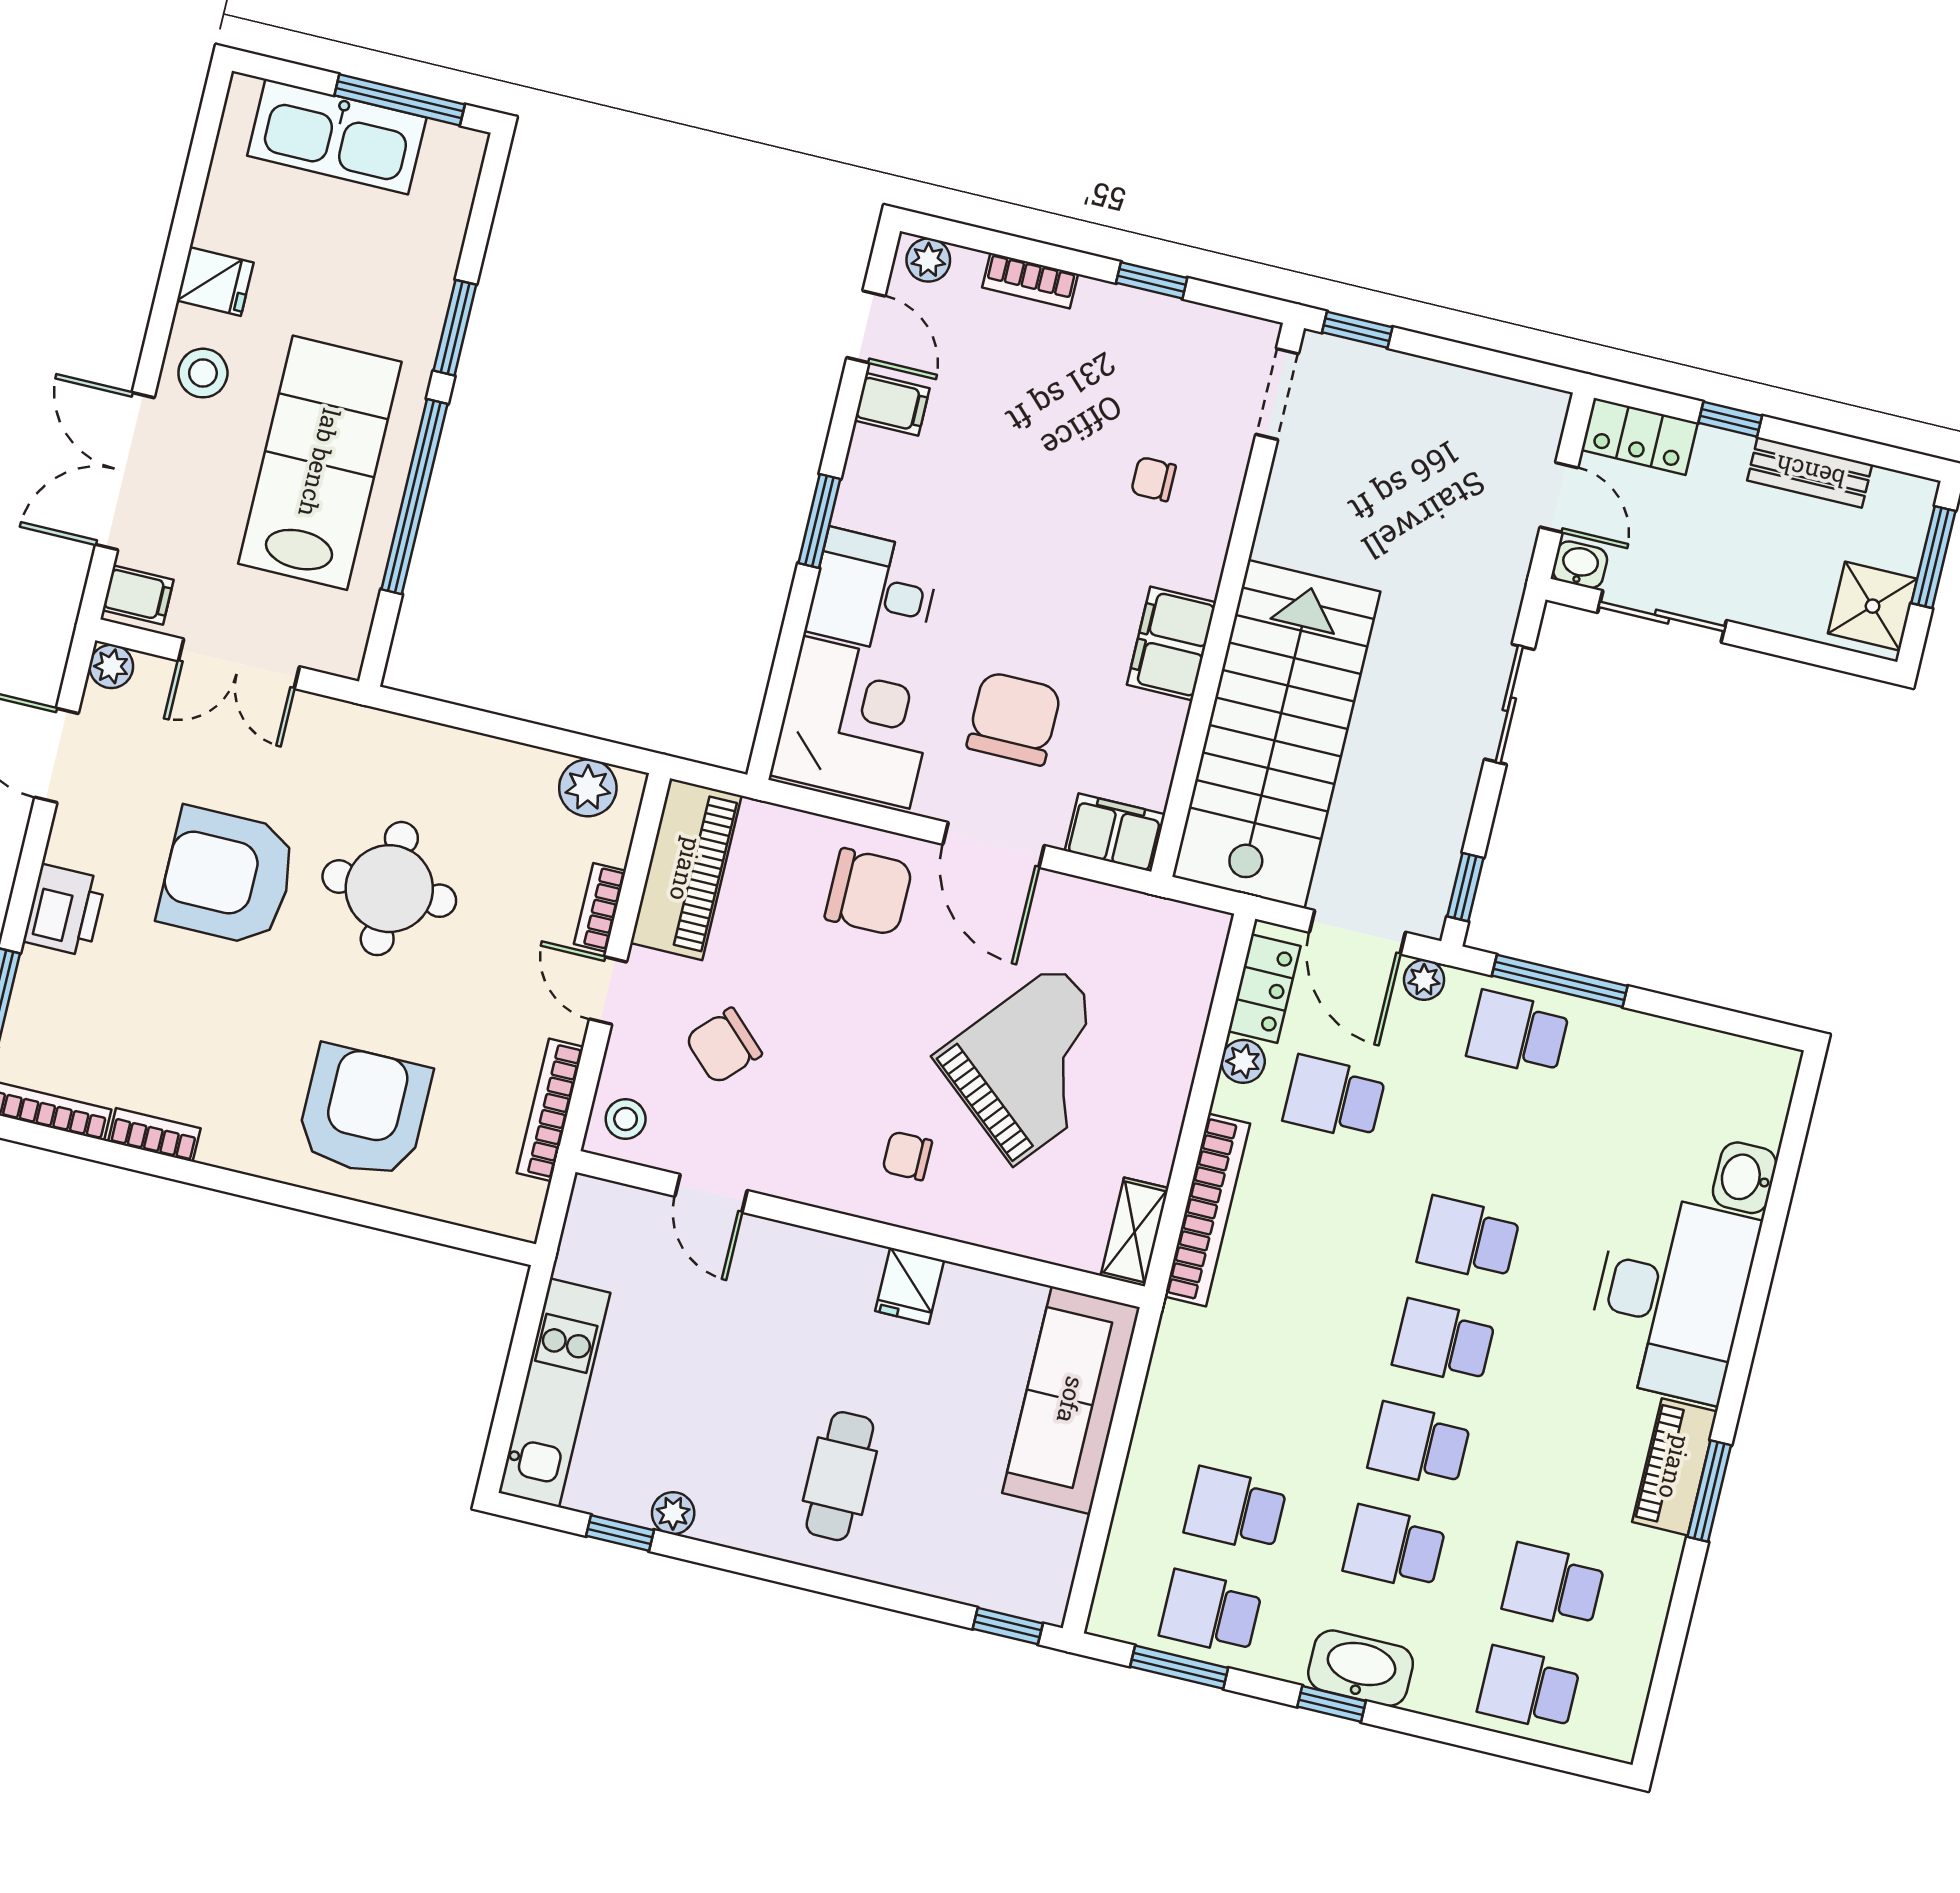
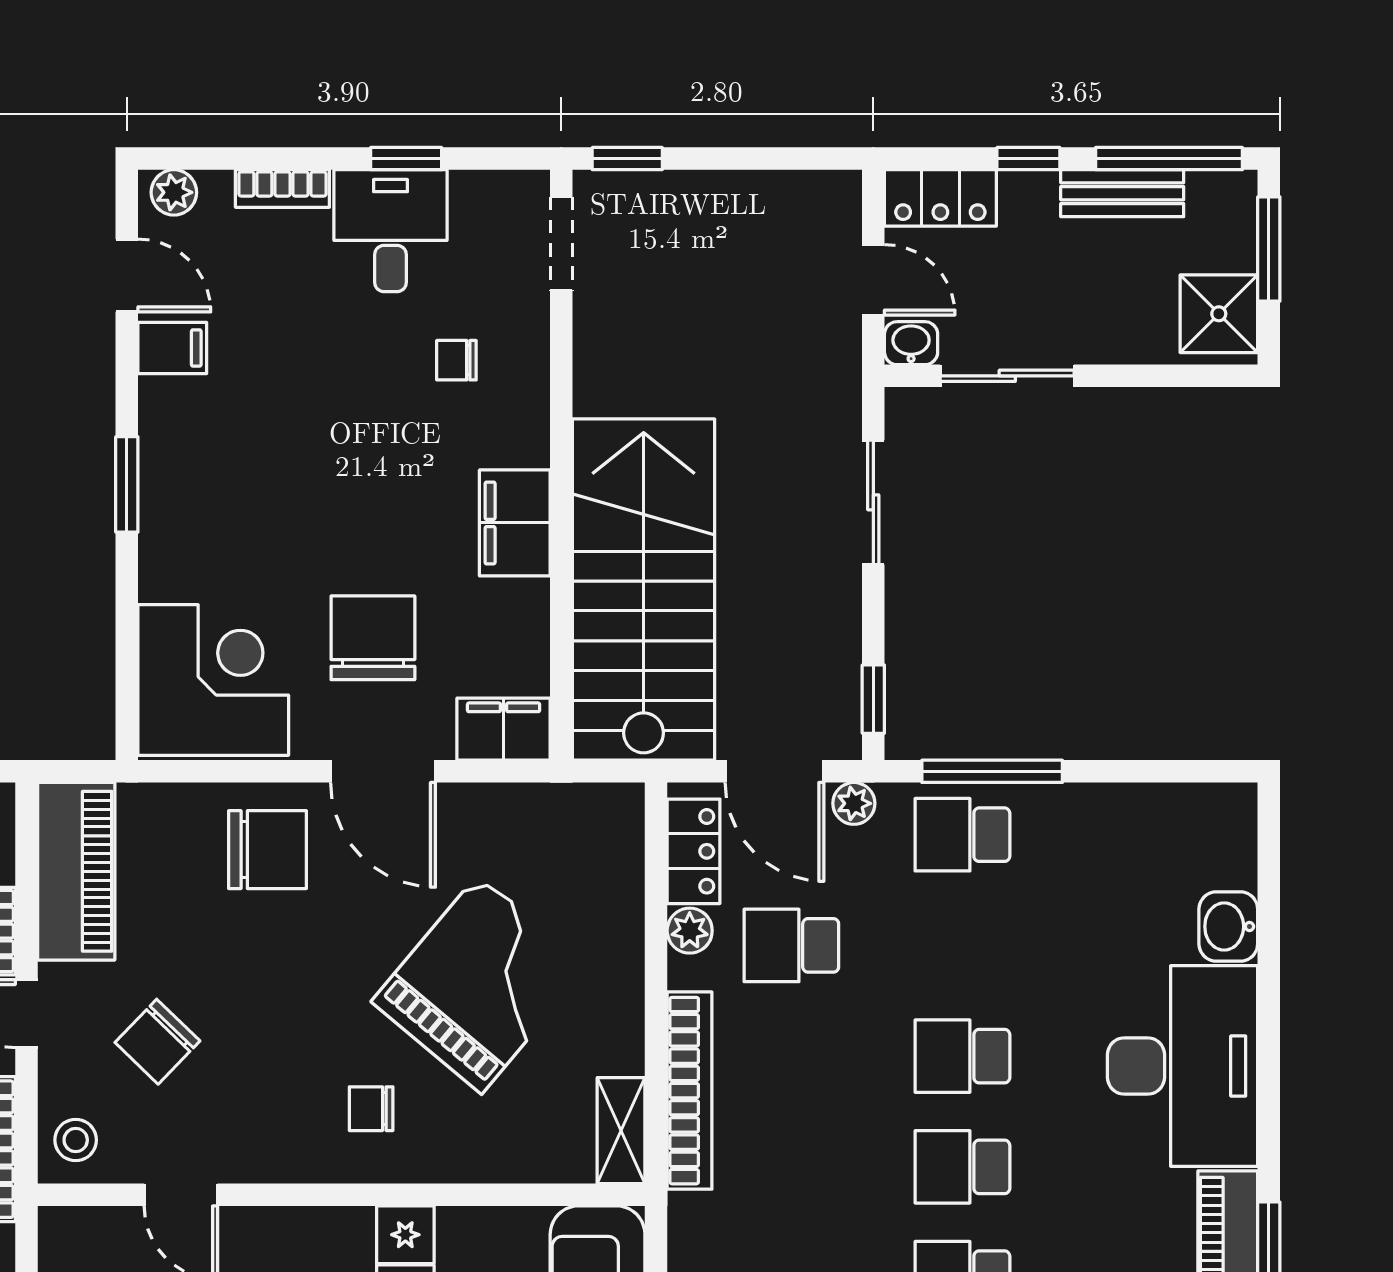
window: (1861, 451) -> (1169, 159), added
desk: (873, 592) -> (390, 231), moved, turned 90

